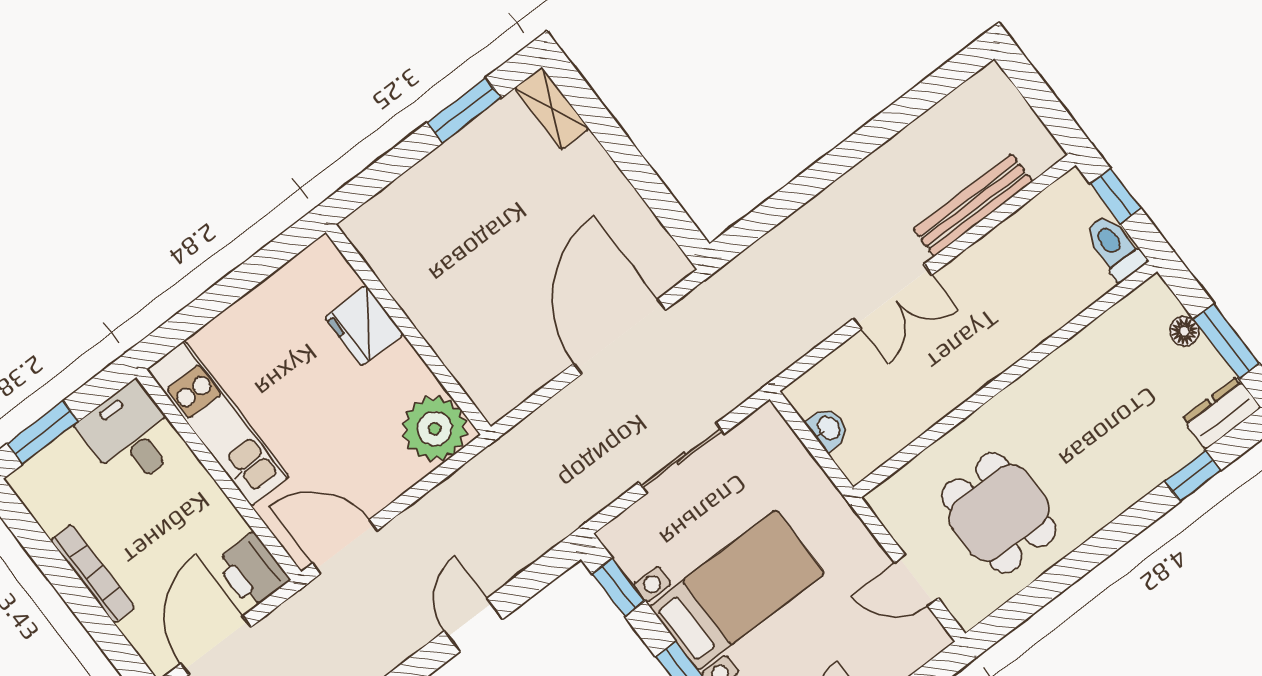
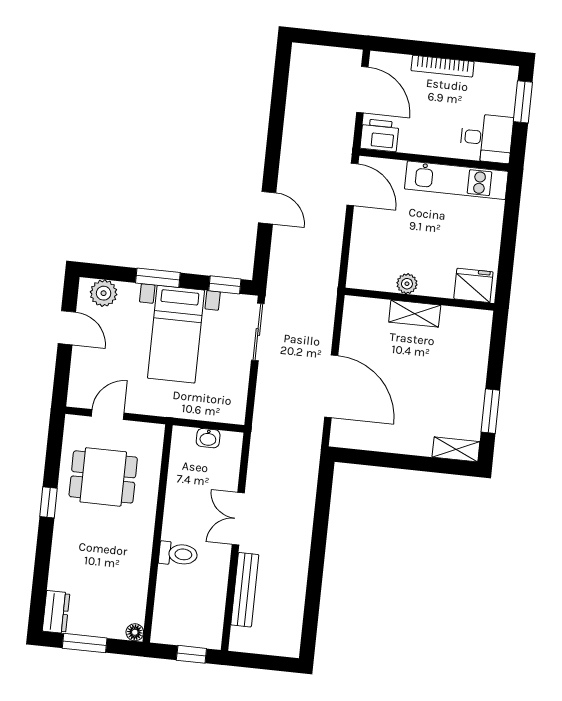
toilet: (1114, 247) -> (178, 554), moved
shelving: (432, 318) -> (415, 314), added
fridge: (364, 326) -> (473, 285), moved
floor lamp: (1184, 331) -> (135, 632), moved
plant: (435, 429) -> (407, 284), moved, width x0.53, depth x0.53
sliding door: (681, 458) -> (258, 332), moved
window: (1193, 476) -> (48, 502), moved
door: (345, 547) -> (352, 184), hinge flipped

